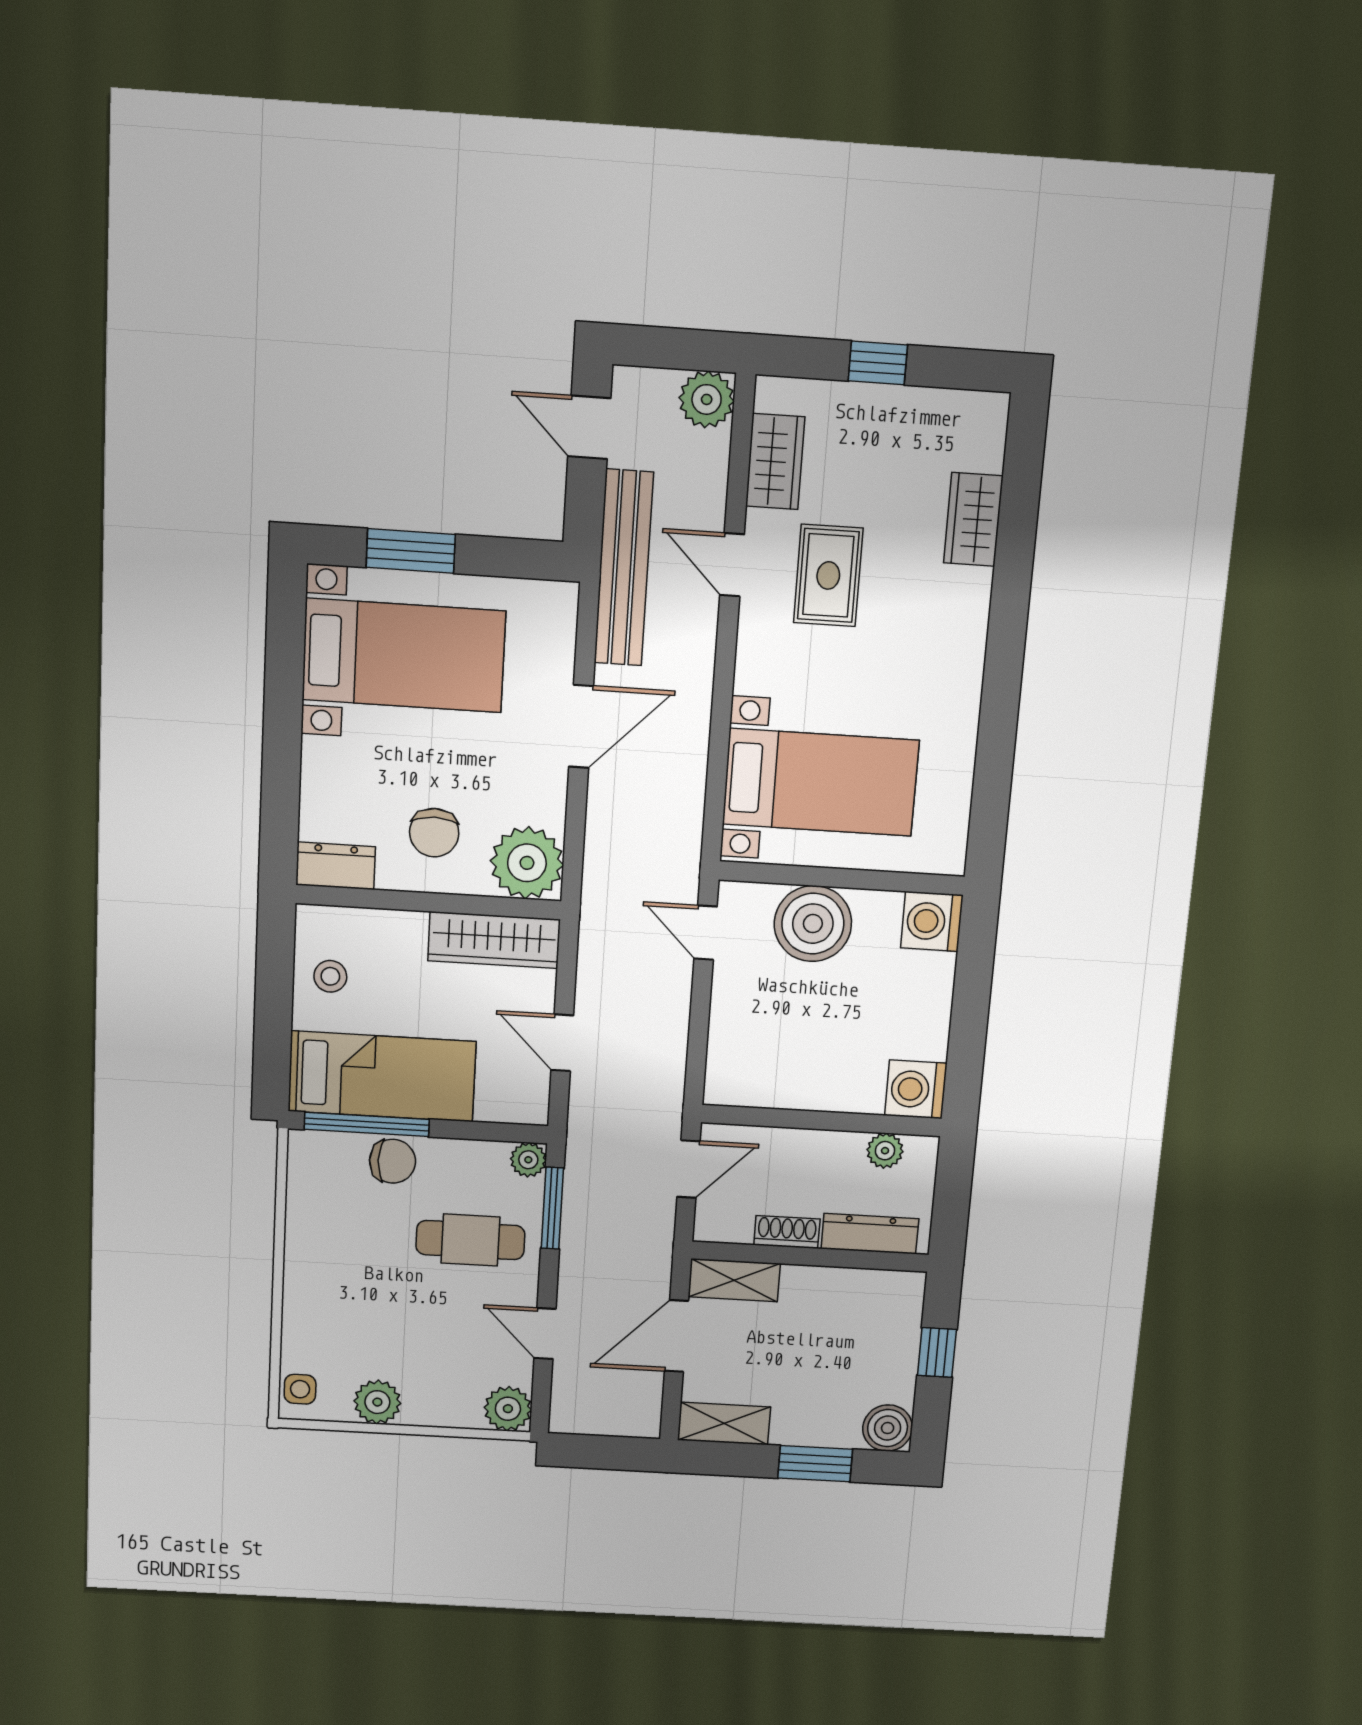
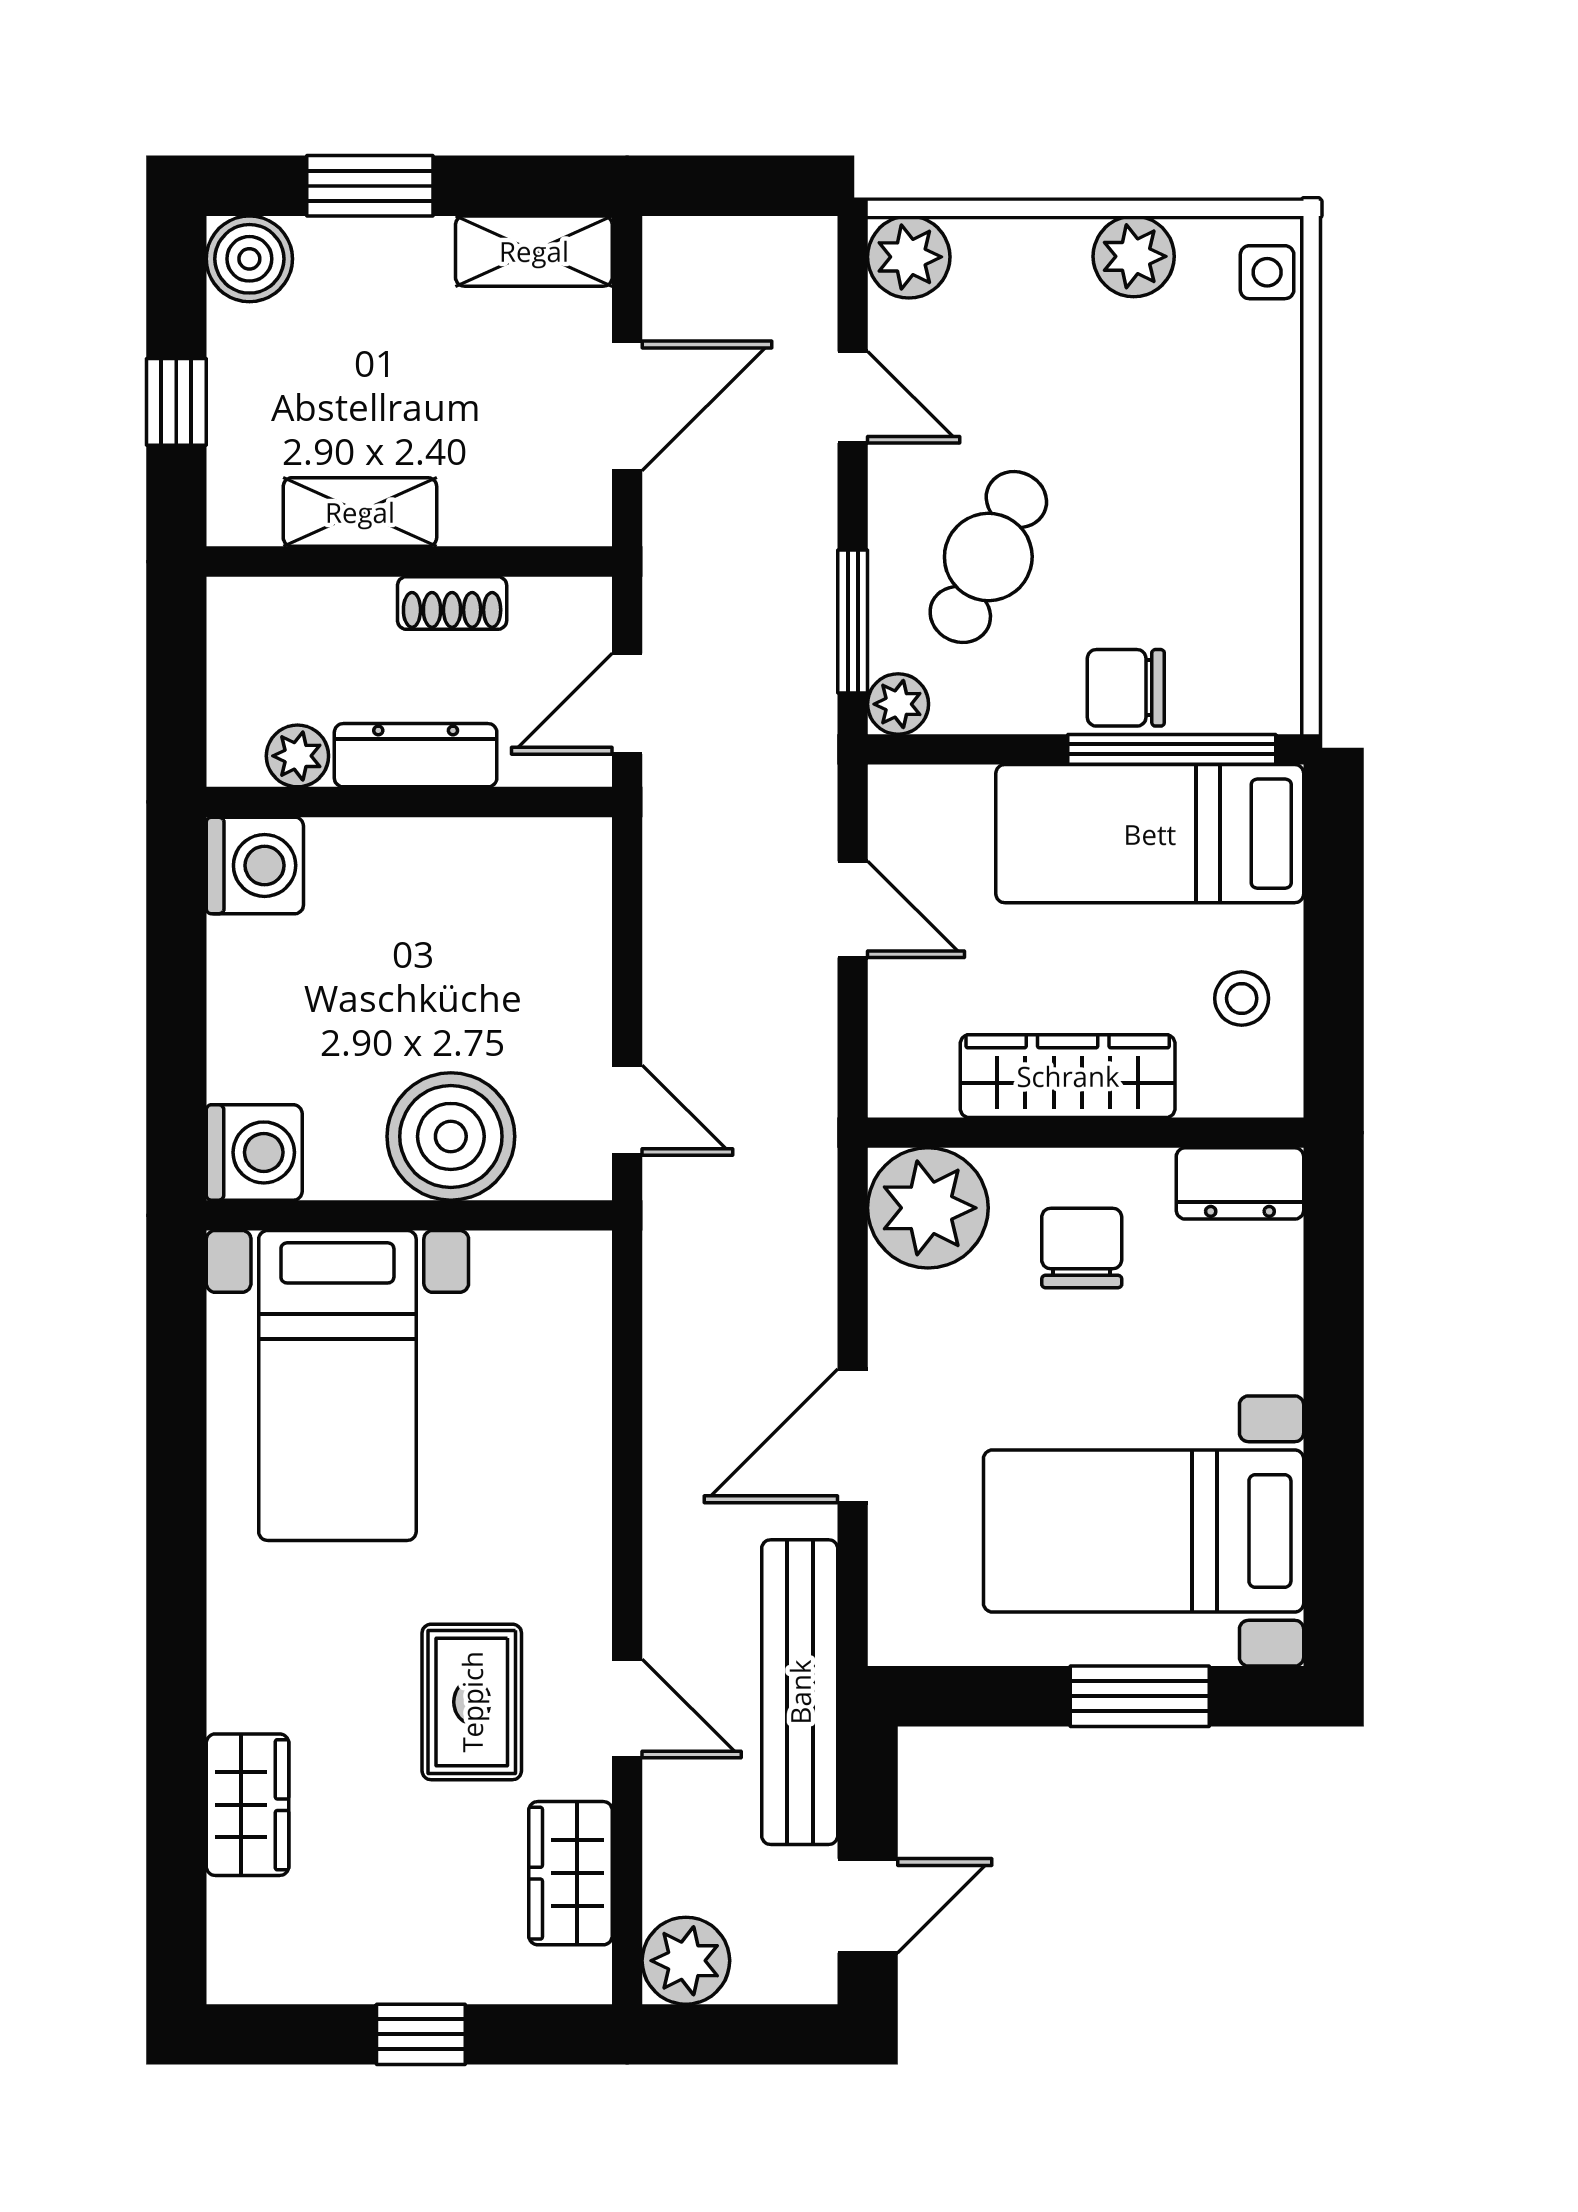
door: (589, 427) -> (868, 1906), hinge flipped
bed with nightstands: (821, 782) -> (337, 1385), moved, turned -90
wardrobe: (494, 940) -> (1068, 1076), moved
dresser: (870, 1234) -> (416, 755), moved, turned 180
cafe table: (470, 1240) -> (988, 557), turned -64
shelving: (734, 1280) -> (360, 512), moved

